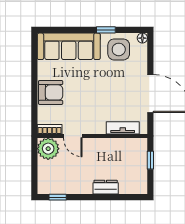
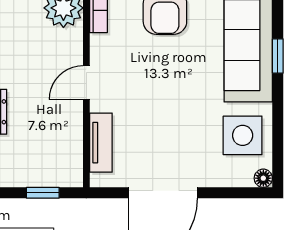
window: (106, 30) -> (278, 56), moved
door: (73, 136) -> (86, 83), moved

